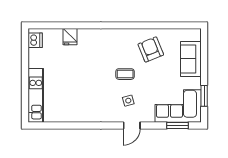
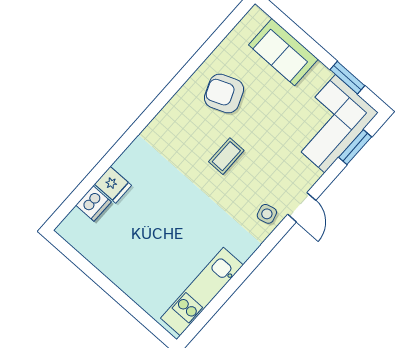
dishwasher: (35, 40) -> (94, 203), moved, turned 90
kitchen unit: (36, 95) -> (202, 291), moved, turned -90
side table: (128, 101) -> (267, 214), moved

